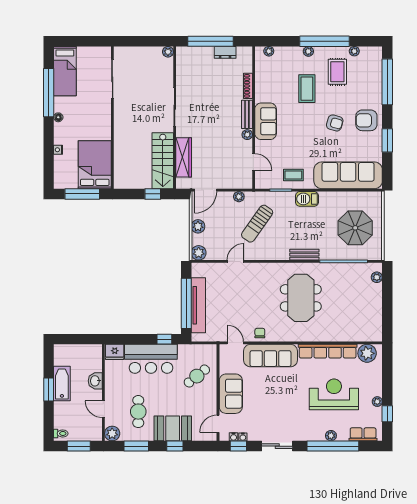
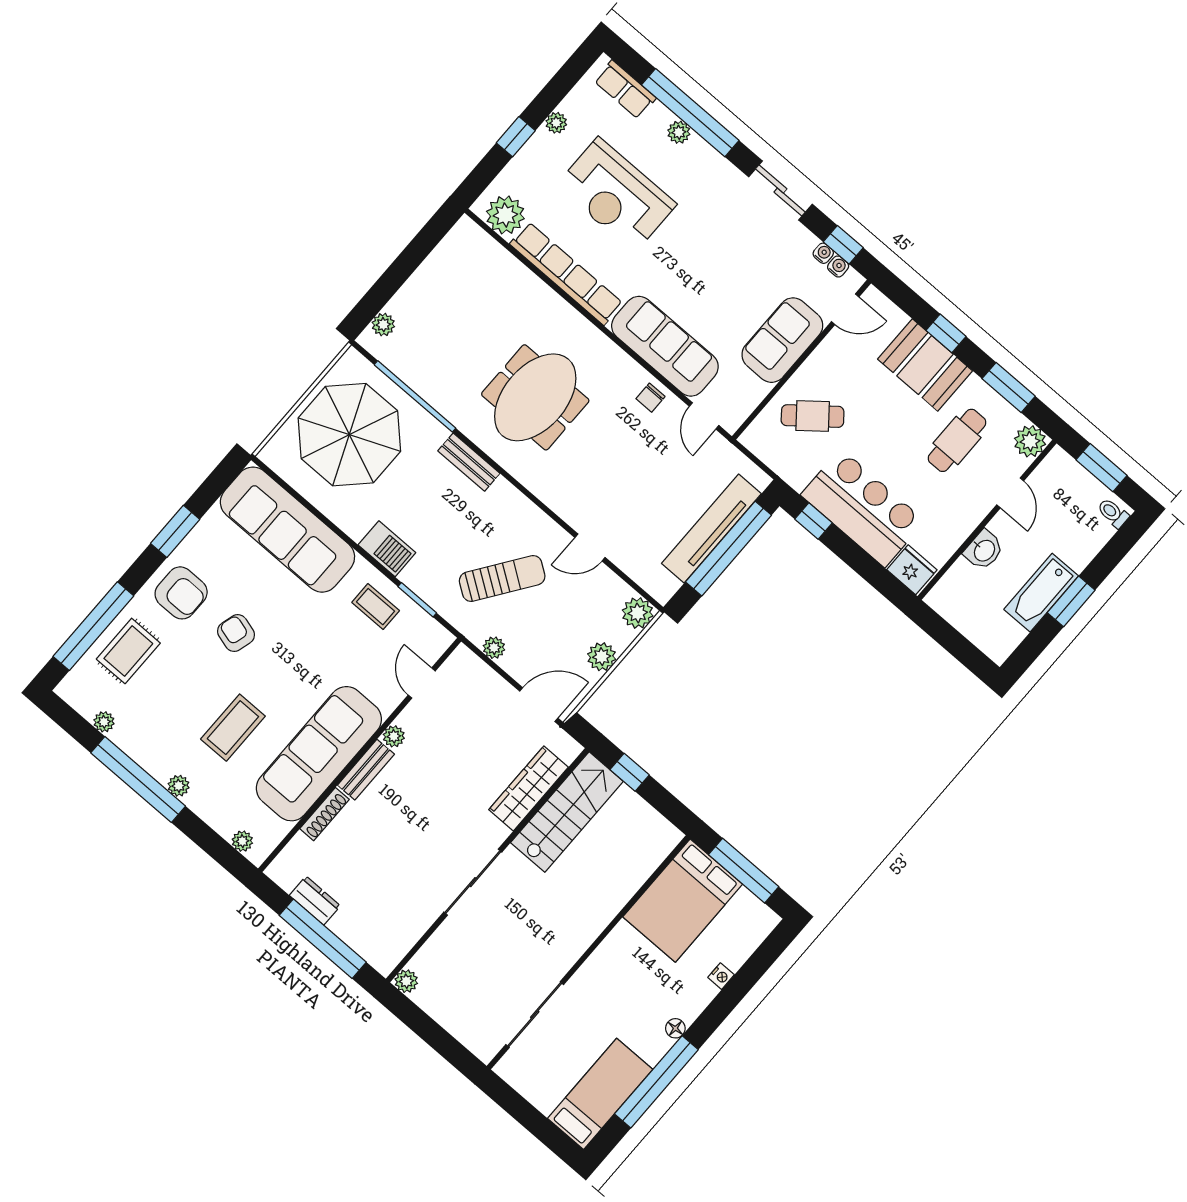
rug: (337, 72) -> (128, 651), moved
sofa: (266, 121) -> (319, 754), width x1.85, depth x1.27
parasol: (355, 228) -> (349, 435), width x1.36, depth x1.36
window: (387, 414) -> (516, 137), moved

